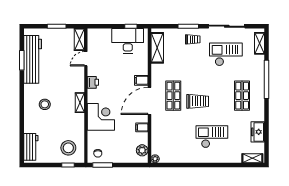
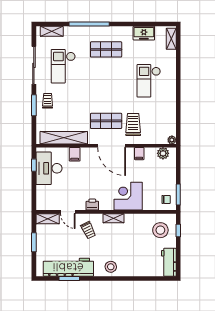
shelving: (157, 48) -> (64, 138), width x1.47
trolley: (68, 78) -> (88, 230), added
filing cabinet: (141, 80) -> (75, 154), moved
trolley: (198, 101) -> (133, 125), moved
stool: (45, 104) -> (111, 267), moved
workbench: (31, 147) -> (169, 262), moved, turned -90

